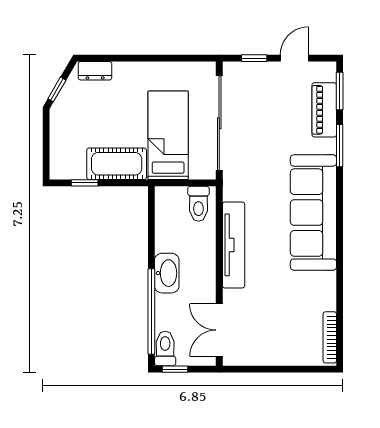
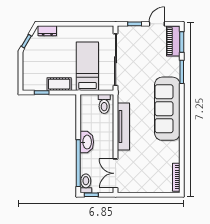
piano: (324, 110) -> (173, 41), moved
cot: (117, 164) -> (59, 84), width x0.73, depth x0.75

